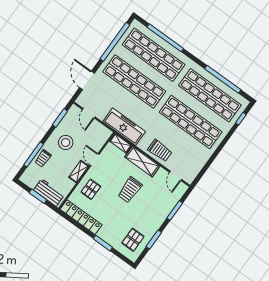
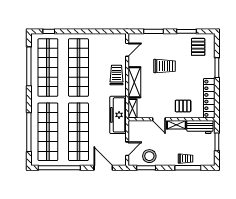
door: (87, 80) -> (103, 168), swing flipped
stool: (66, 143) -> (149, 156), moved
door: (94, 160) -> (159, 119), hinge flipped
trolley: (130, 190) -> (165, 66), moved
workbench: (49, 193) -> (200, 127), moved, turned -90
pallet: (133, 240) -> (198, 47), turned 90

